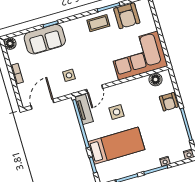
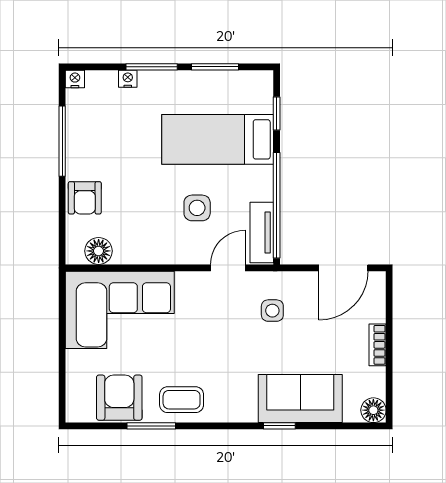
armchair: (169, 102) -> (85, 198), turned 180

